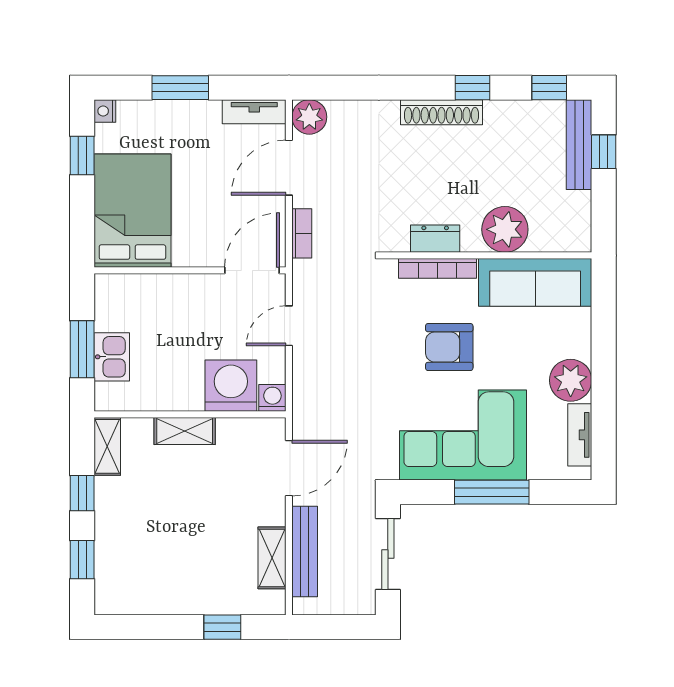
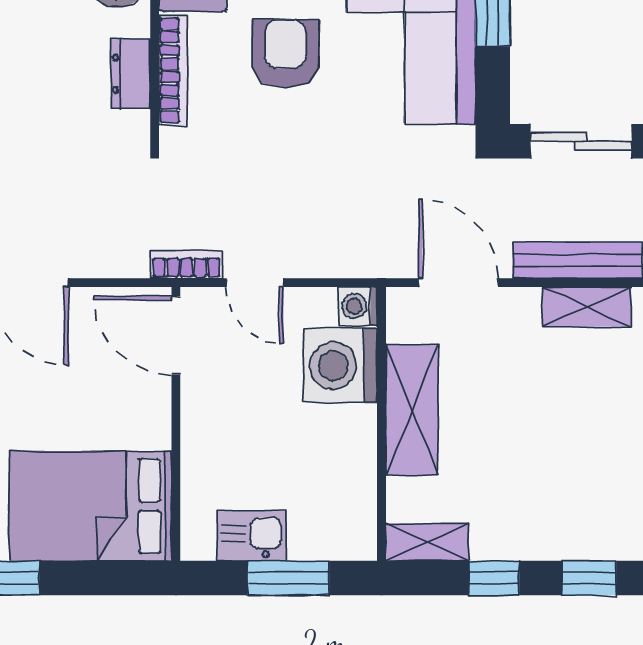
bookcase: (302, 233) -> (186, 264), moved
armchair: (449, 347) -> (285, 54), turned 180
kitchen sink: (112, 357) -> (252, 536), moved
shelving: (185, 431) -> (412, 410), width x1.50, depth x1.33

